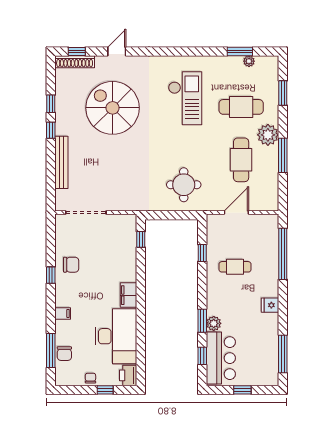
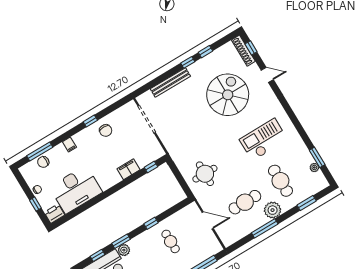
checkout: (185, 98) -> (264, 140), turned 180
window: (202, 253) -> (151, 223), moved
filing cabinet: (128, 295) -> (128, 169), moved

